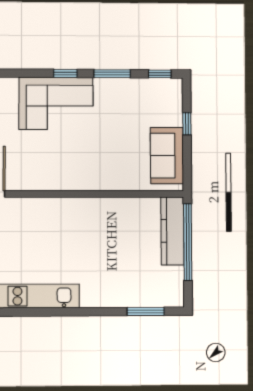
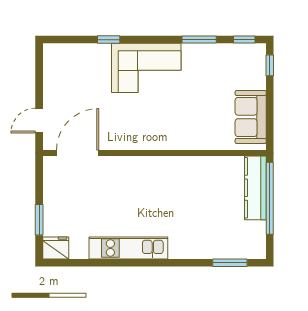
window: (65, 73) -> (109, 40), moved
window: (187, 124) -> (270, 65), moved

